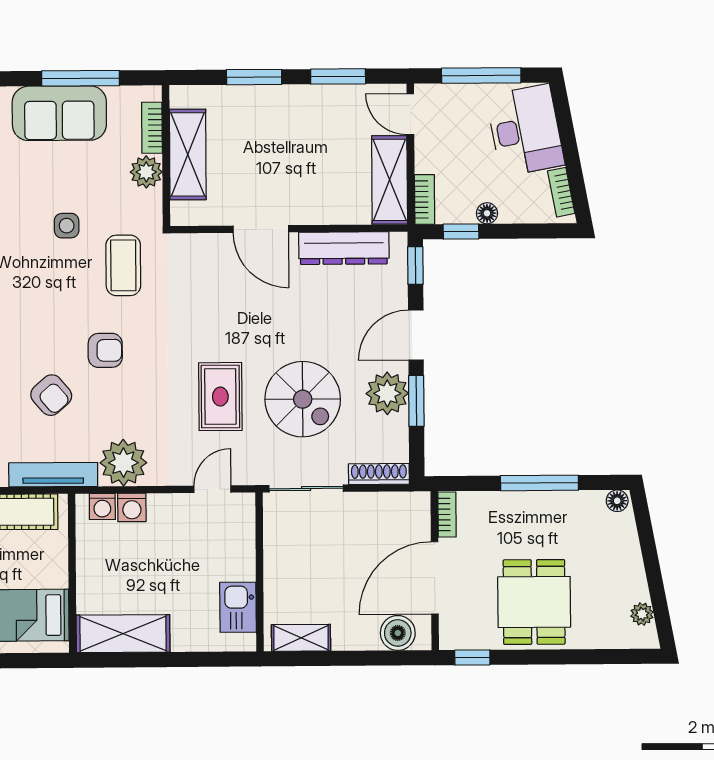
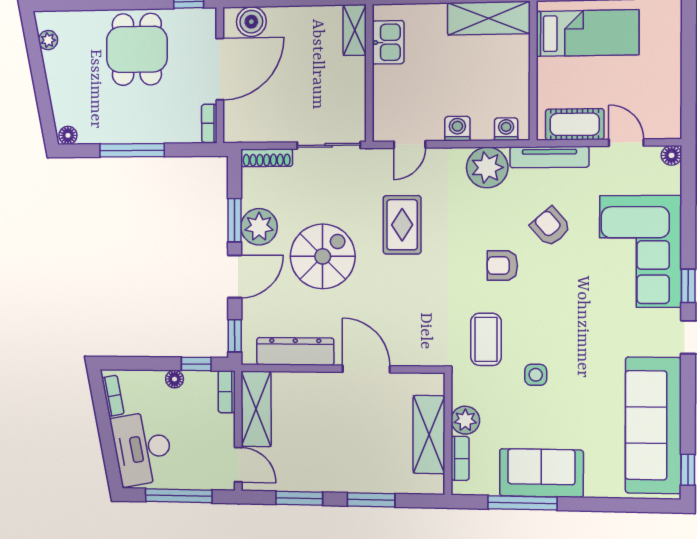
spiral stairs: (303, 399) -> (323, 256), moved, turned 90
washing machine: (132, 507) -> (457, 129), moved
shelving: (301, 638) -> (355, 30), moved, turned 90

